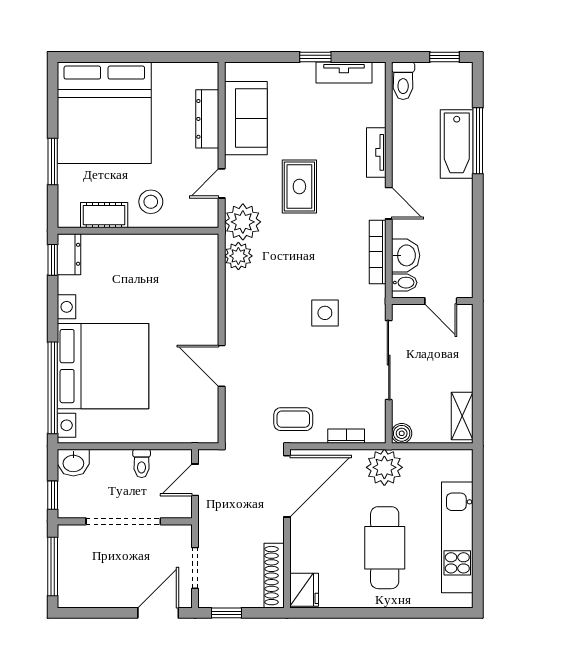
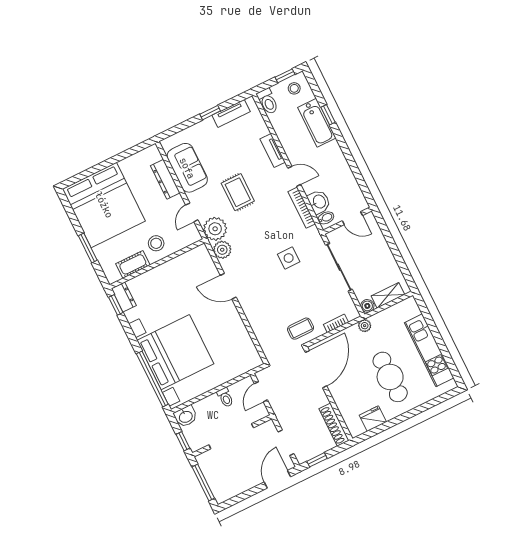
stool: (449, 81) -> (294, 88), added
window: (478, 141) -> (328, 115), width x0.46
door: (222, 366) -> (228, 286), moved
shelving: (462, 416) -> (388, 295), moved, turned 90
plant: (384, 467) -> (365, 326), width x0.53, depth x0.53
fridge: (304, 590) -> (373, 419), moved, turned -90

